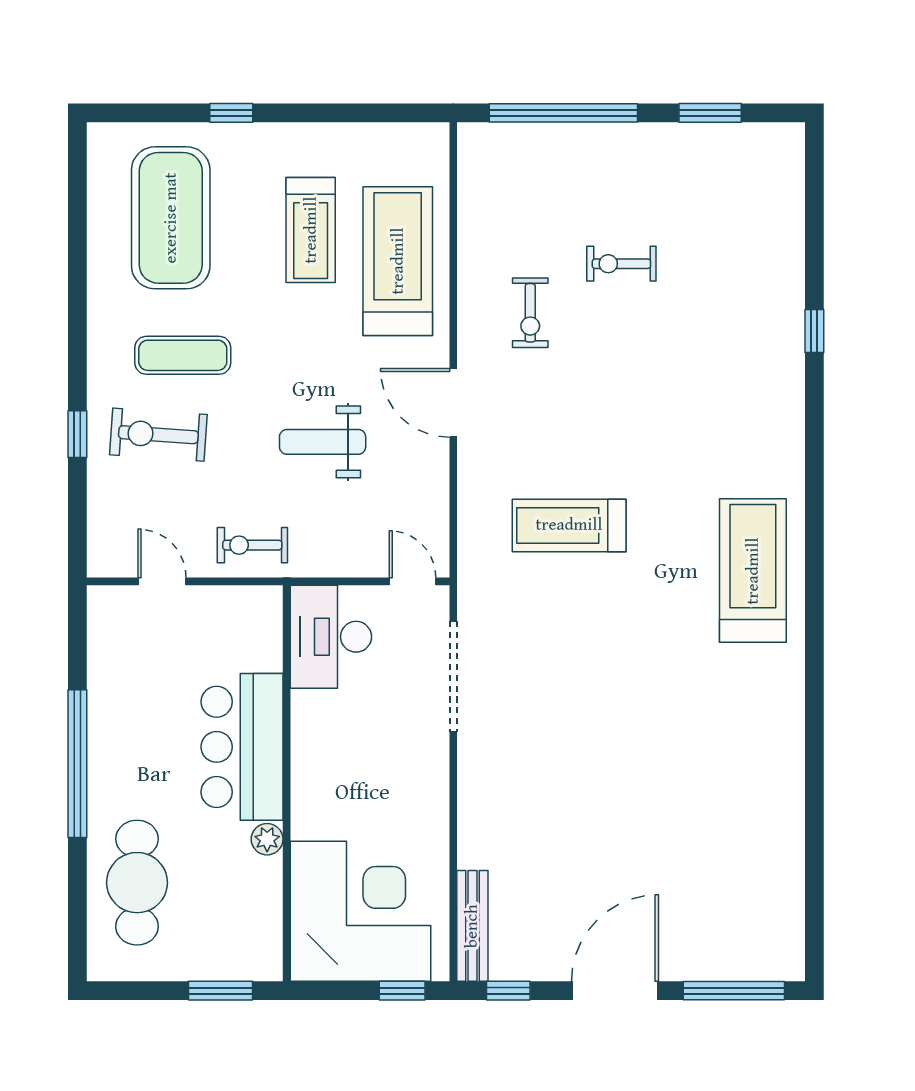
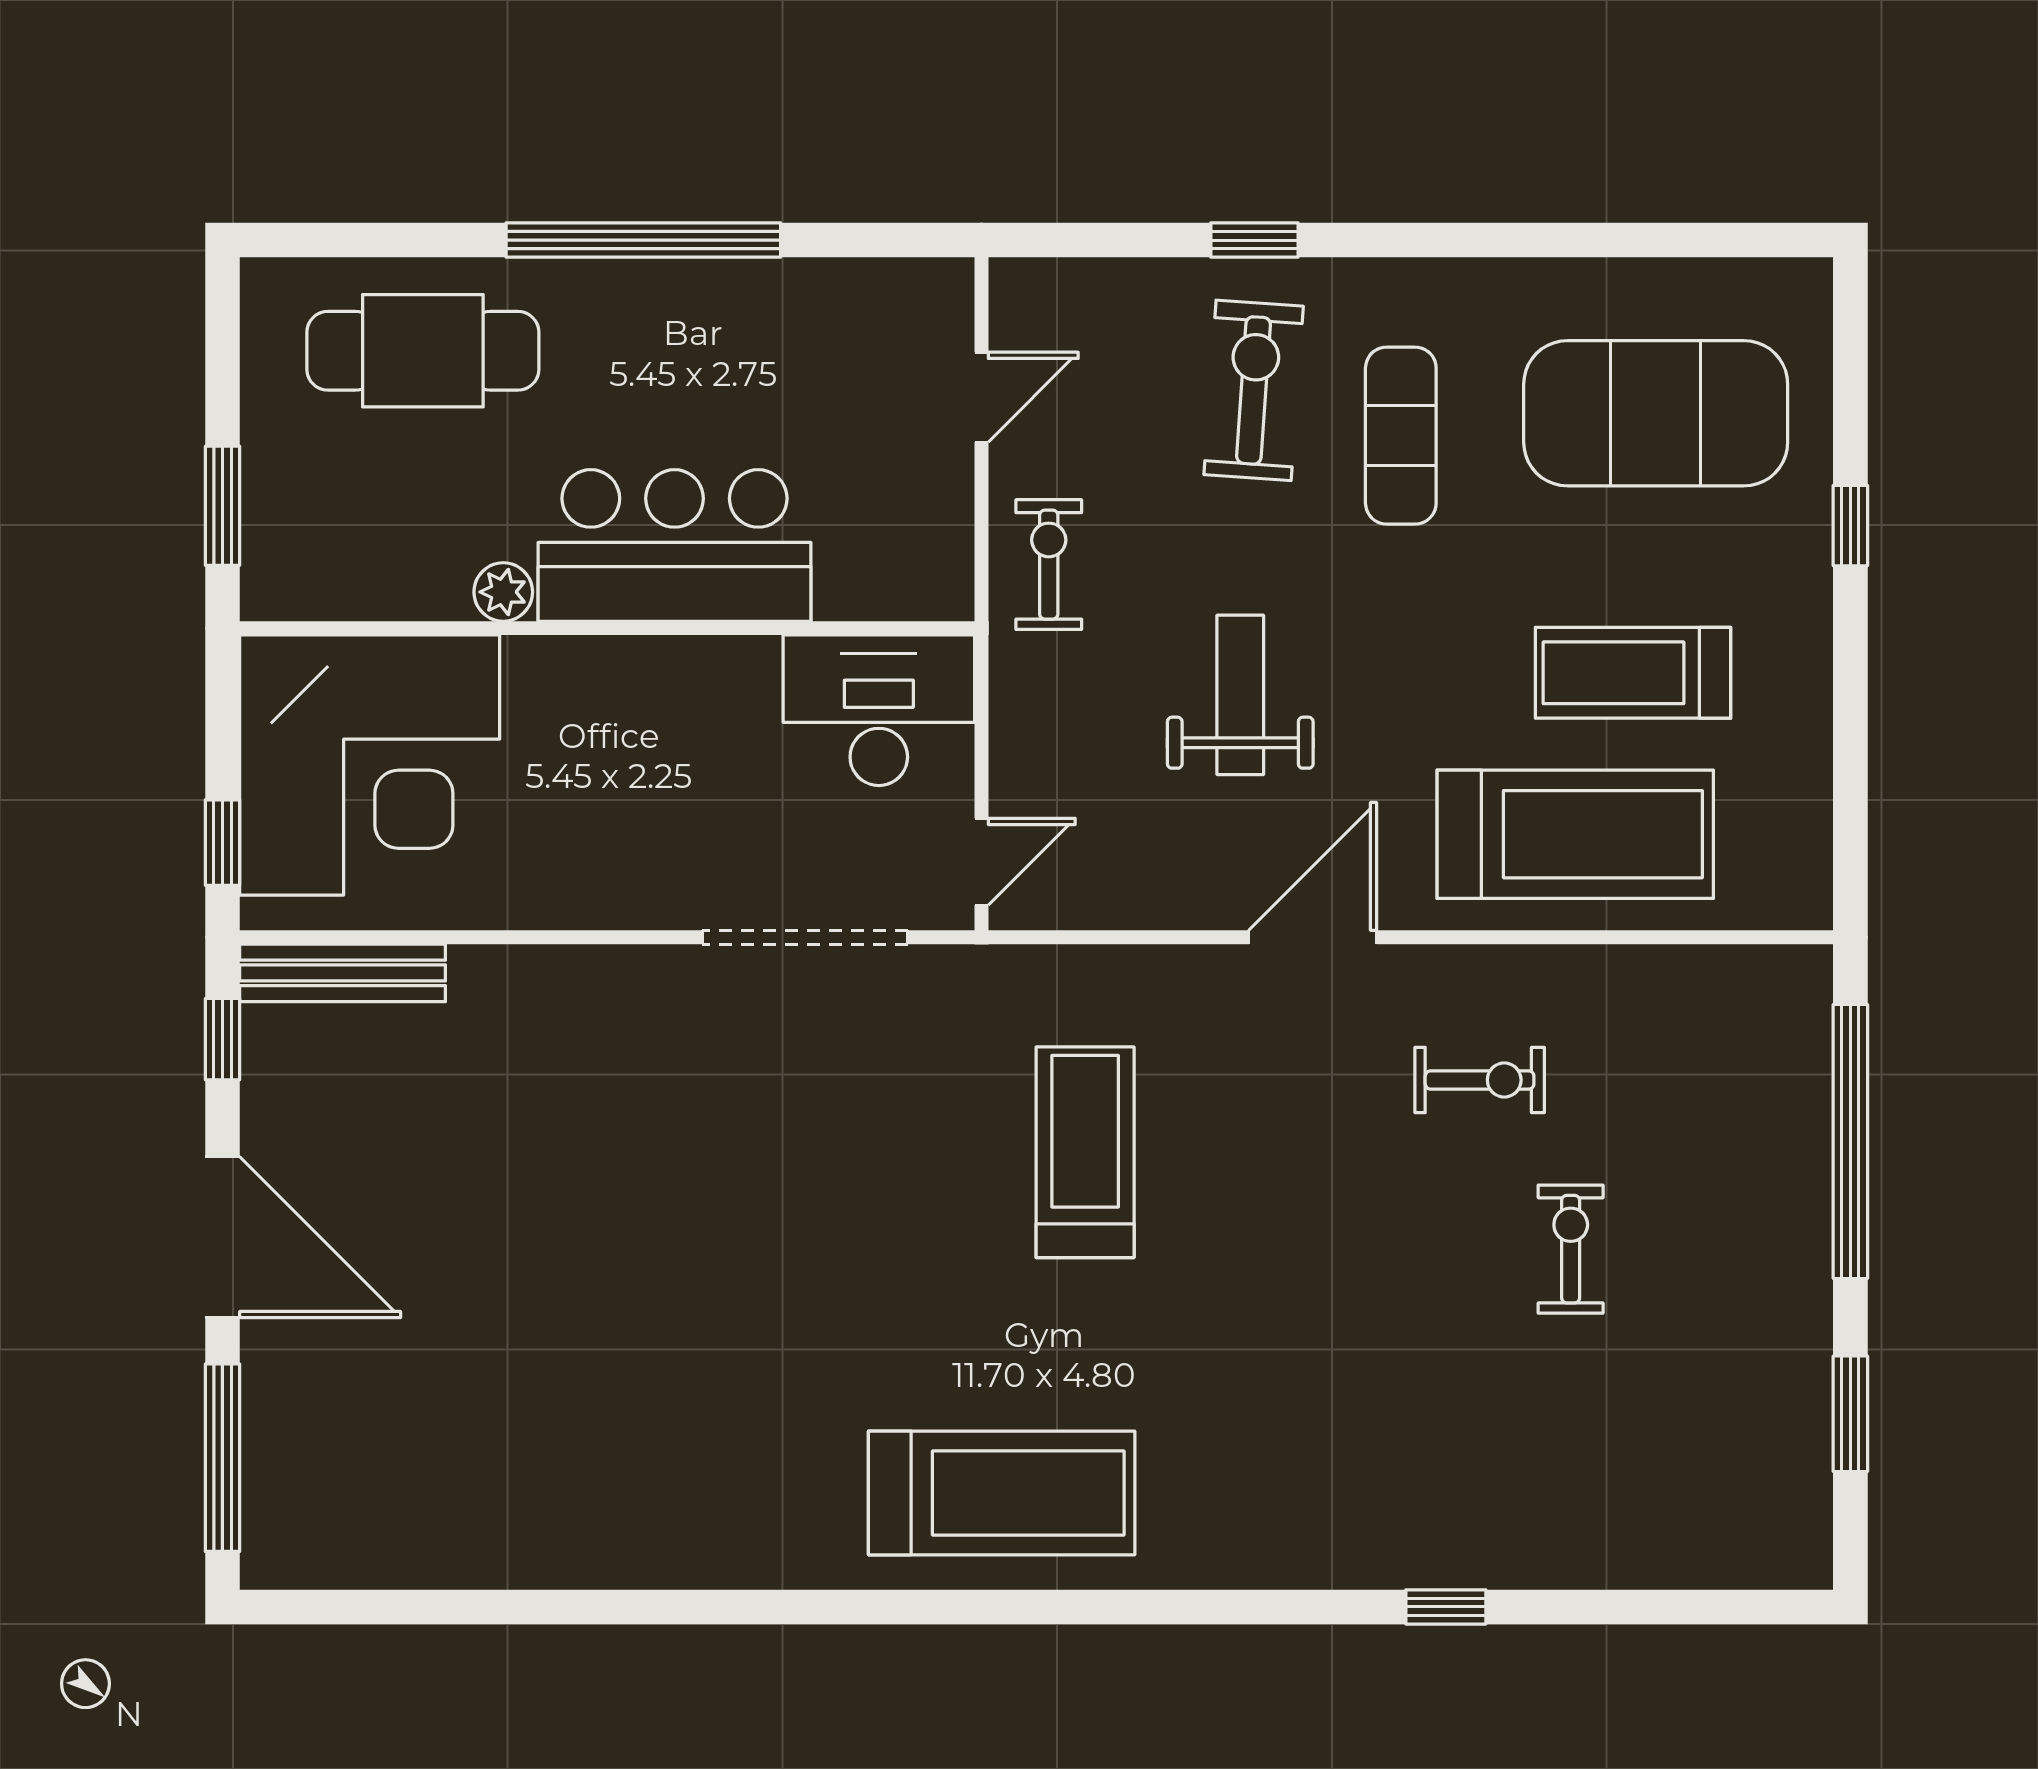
exercise bike: (530, 313) -> (1480, 1080), turned 180

